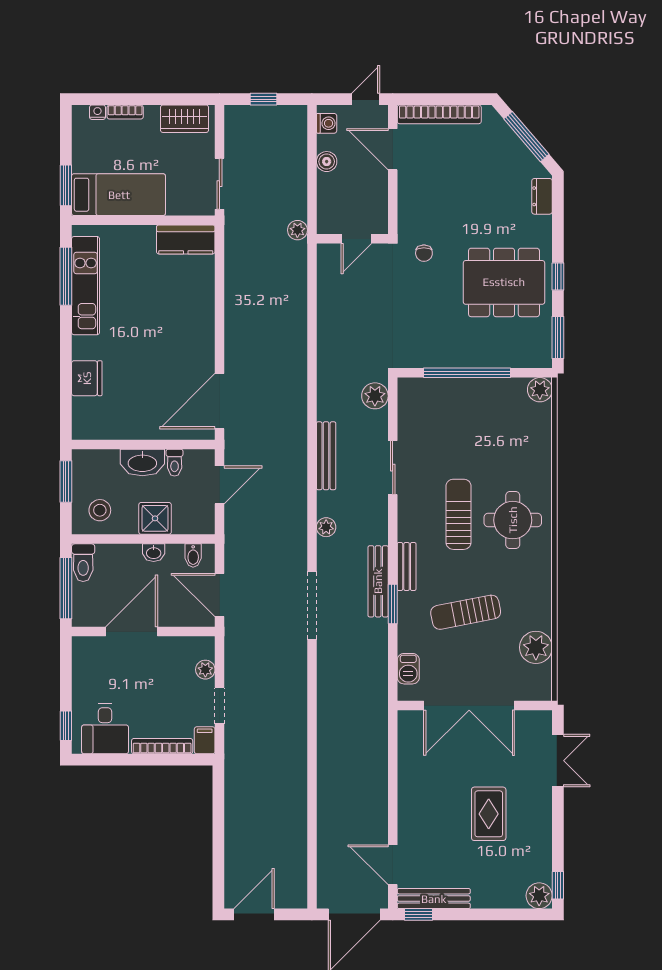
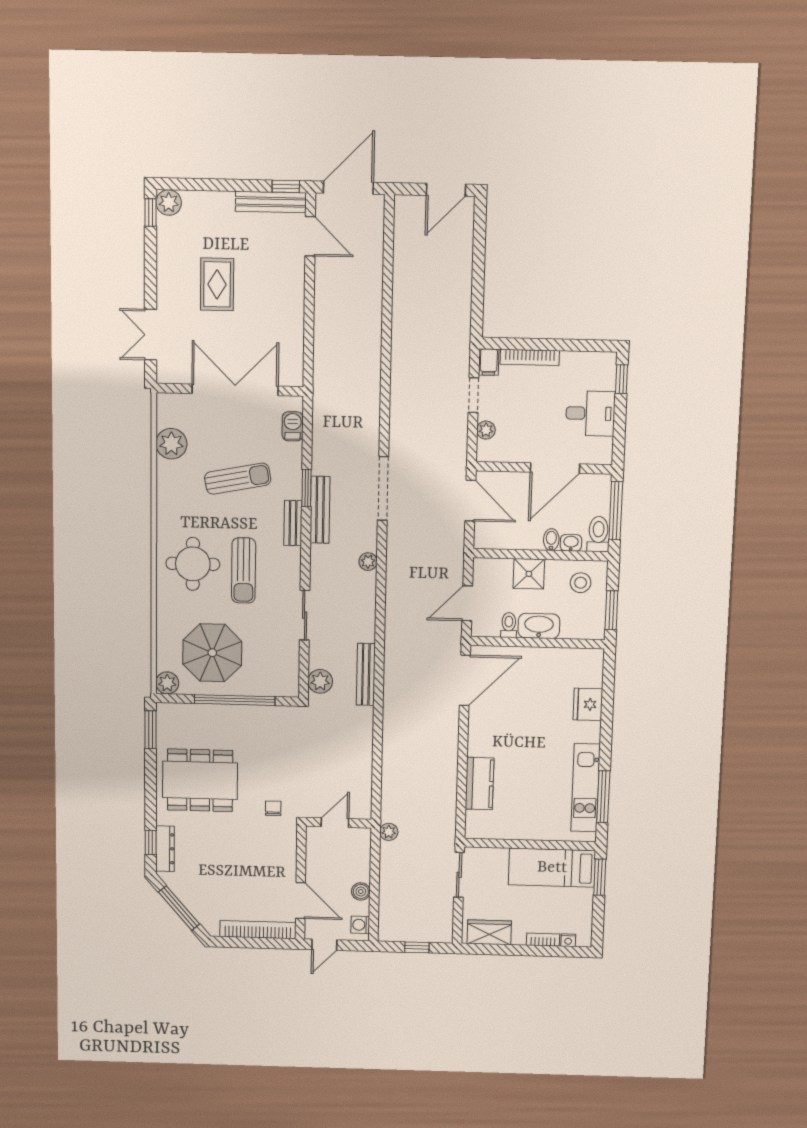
dresser: (542, 196) -> (165, 849), width x1.44
kitchen counter: (186, 240) -> (480, 784), moved, turned 90
window: (558, 277) -> (151, 842), moved
parasol: (491, 424) -> (212, 653), added
bench: (326, 456) -> (366, 674), moved
washbasin: (154, 553) -> (571, 543), moved
bidet: (193, 556) -> (551, 540), moved
desk: (105, 729) -> (590, 413), moved, turned 90

